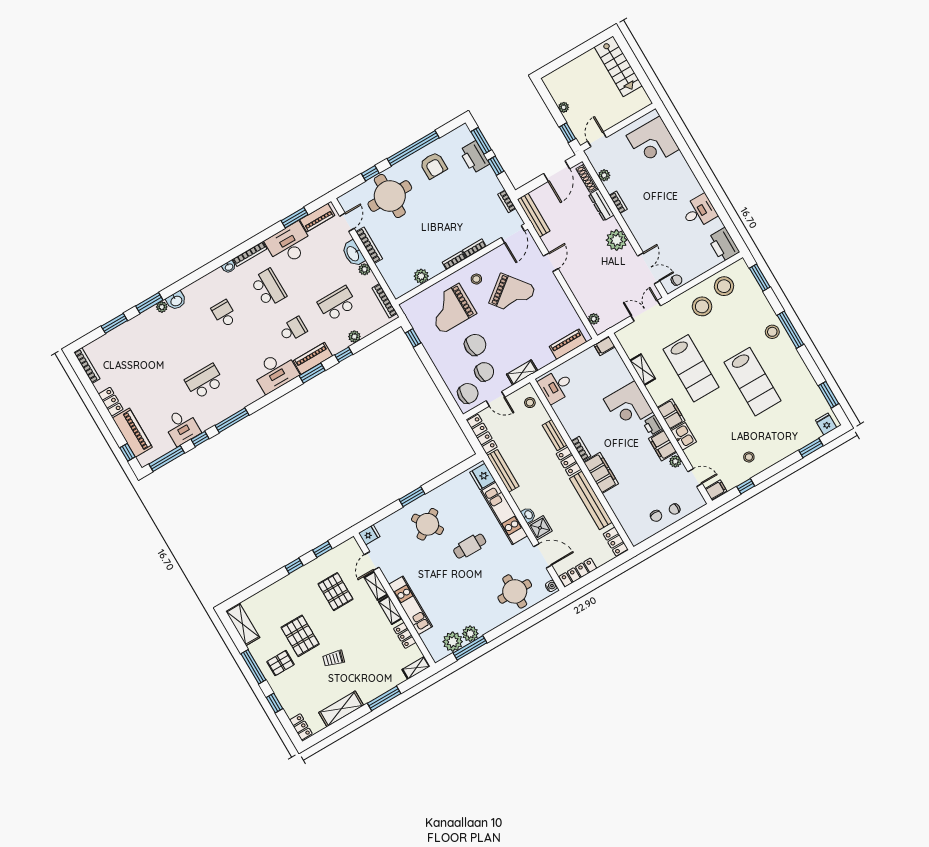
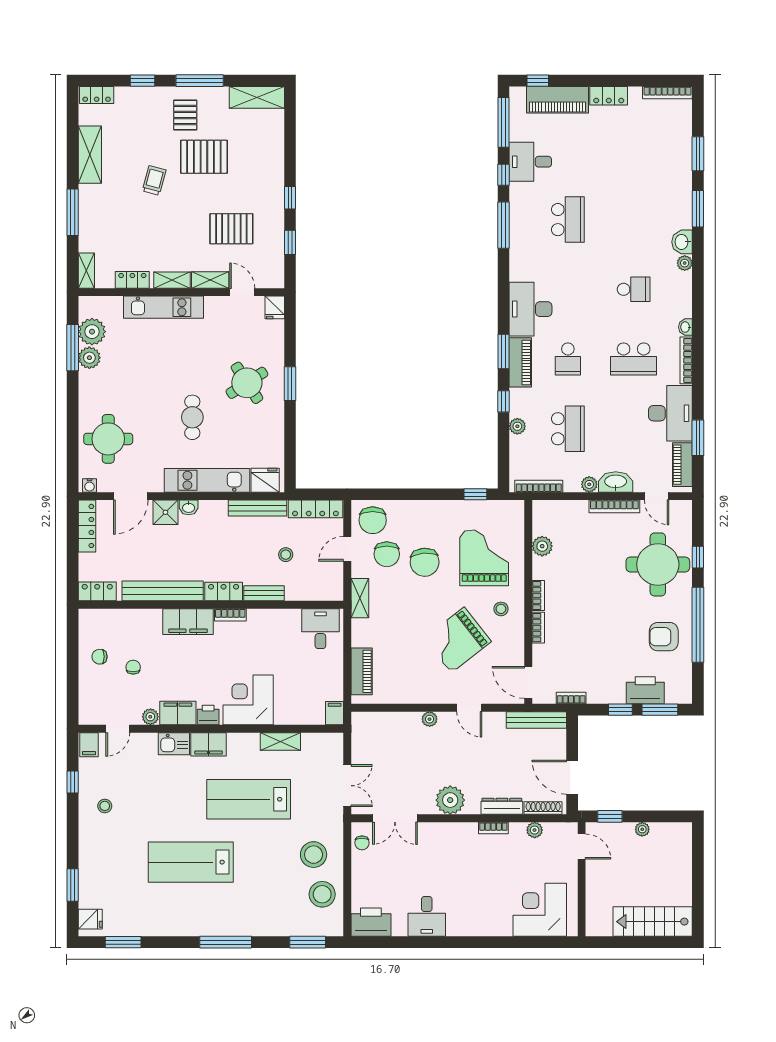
plant: (162, 307) -> (685, 263), moved
plant: (594, 319) -> (430, 719), moved
stool: (772, 332) -> (236, 920), removed
stool: (530, 403) -> (286, 555), moved
chair: (675, 509) -> (133, 667), moved

